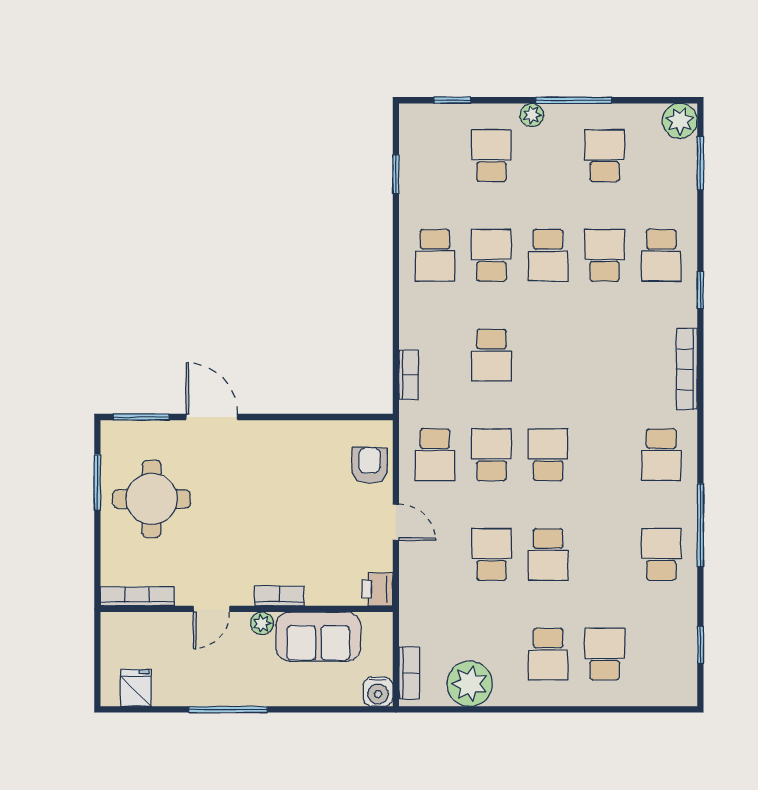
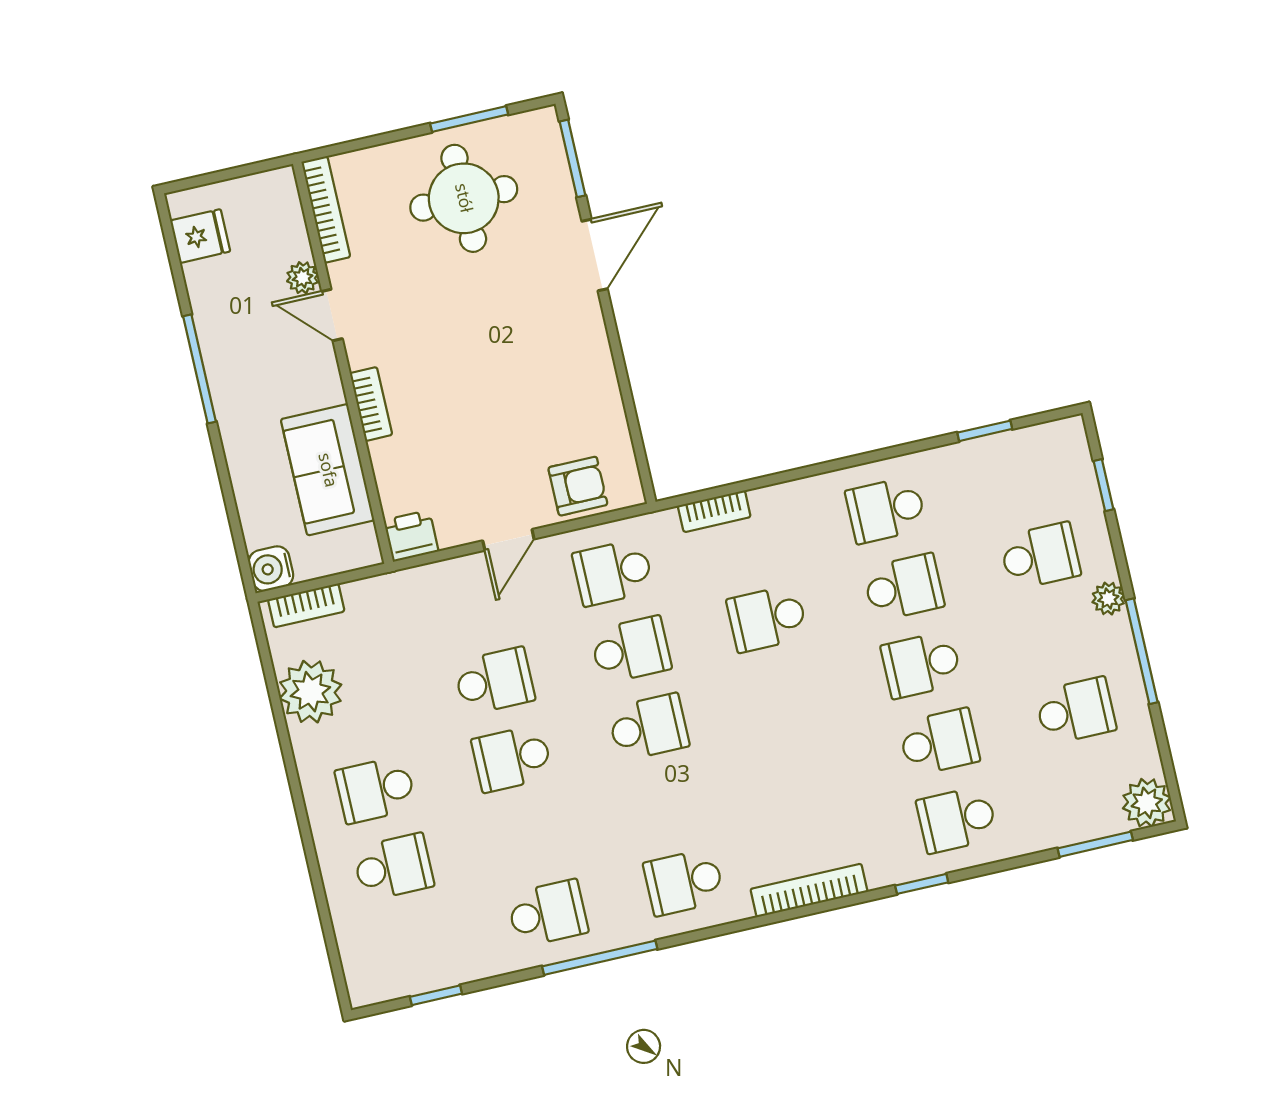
plant: (262, 623) -> (303, 278), moved

